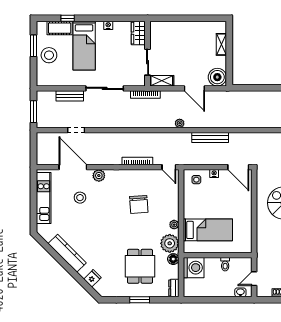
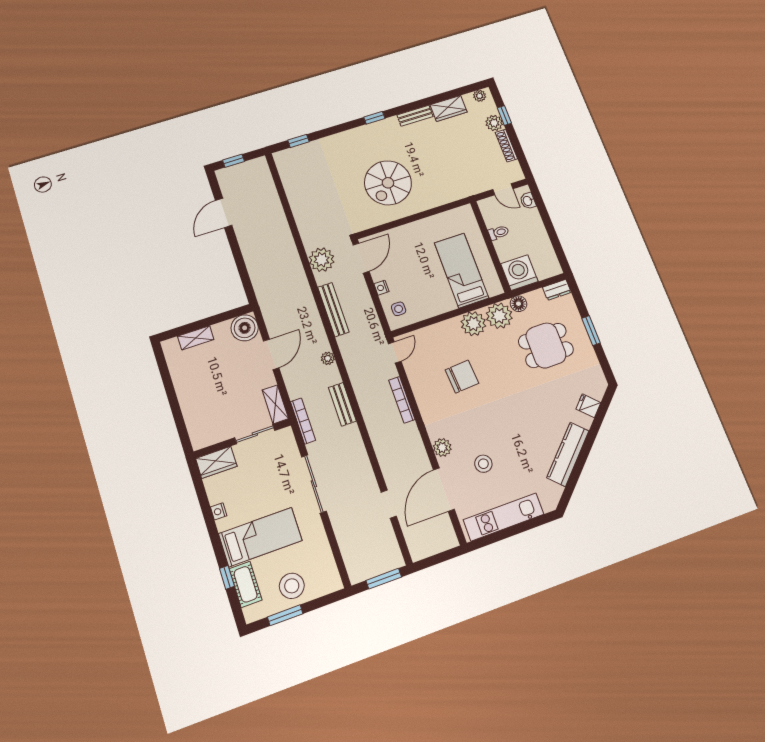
bench: (70, 96) -> (342, 404), moved
plant: (246, 141) -> (322, 260), added
plant: (174, 225) -> (473, 324), width x1.88, depth x1.88

